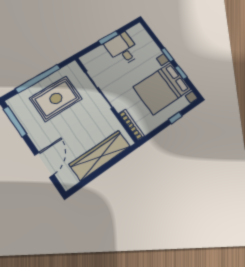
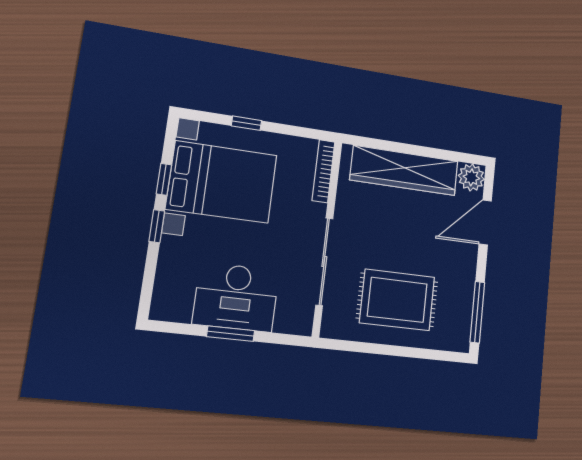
desk: (123, 49) -> (236, 297), width x1.37
window: (38, 79) -> (398, 351), removed
plant: (68, 180) -> (471, 177), added

